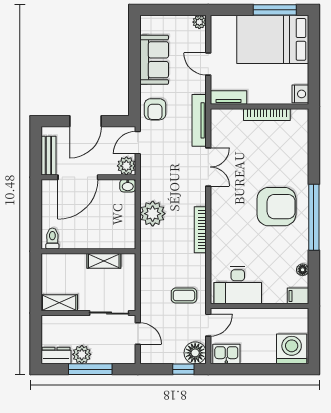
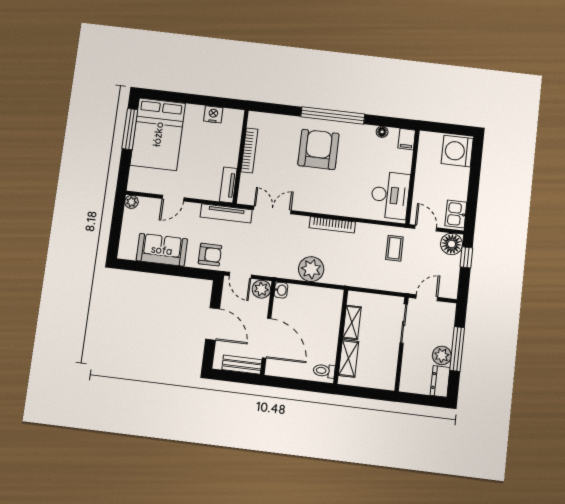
tv unit: (229, 98) -> (228, 185), moved
wall: (259, 107) -> (241, 157), moved
bookcase: (267, 115) -> (249, 150), moved
shelving: (59, 303) -> (349, 358), moved

